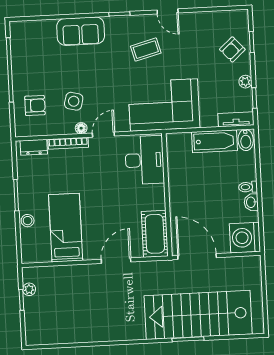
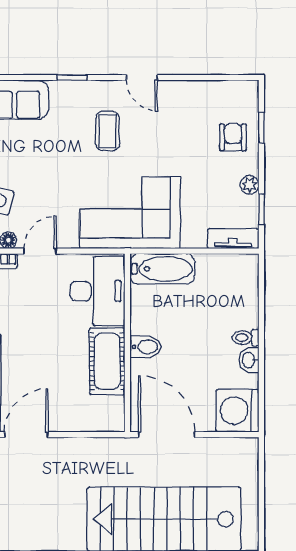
armchair: (232, 49) -> (233, 137), turned 132
coffee table: (146, 50) -> (108, 131), turned -75
bidet: (246, 140) -> (146, 347), moved, turned -90
bathtub: (214, 141) -> (162, 269), moved
cot: (155, 234) -> (107, 361), moved
door: (116, 261) -> (26, 435), moved

